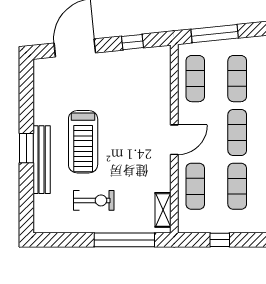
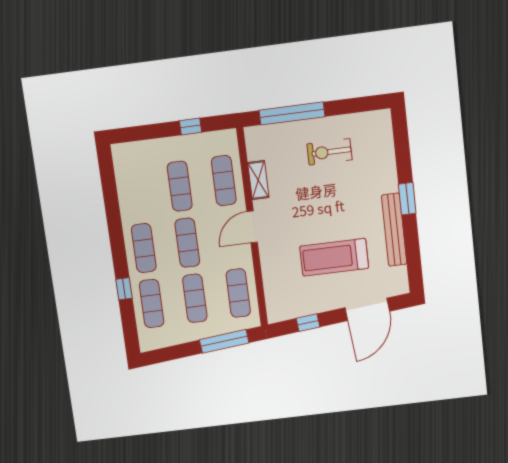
treadmill: (83, 142) -> (334, 257), moved, turned -90
bench: (42, 160) -> (394, 230), moved
shelving: (163, 210) -> (258, 180), moved

